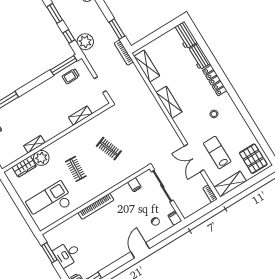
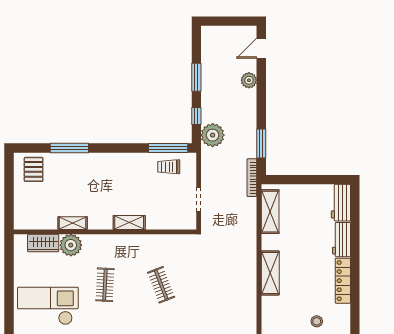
shelving: (80, 116) -> (129, 222), moved

